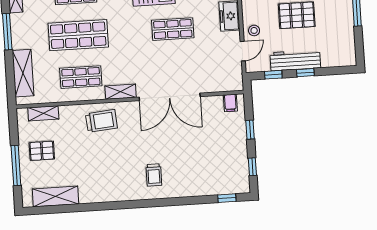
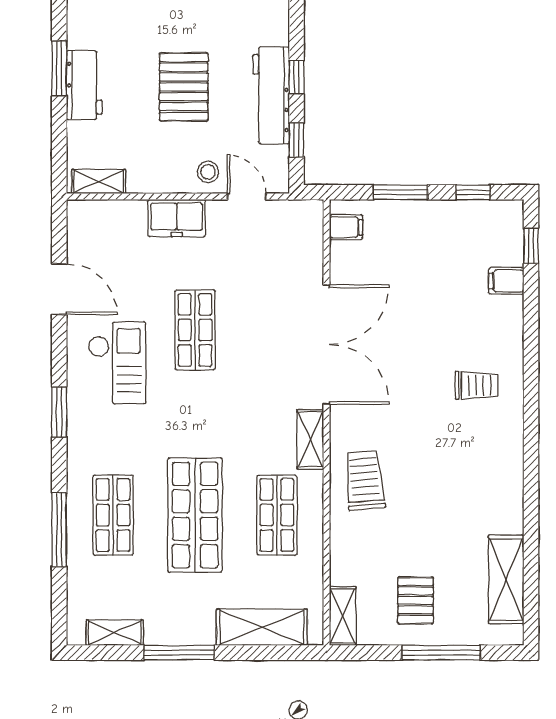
shelving: (43, 113) -> (343, 616), moved
window: (250, 130) -> (400, 192), width x1.50
filing cabinet: (208, 187) -> (506, 281), added

